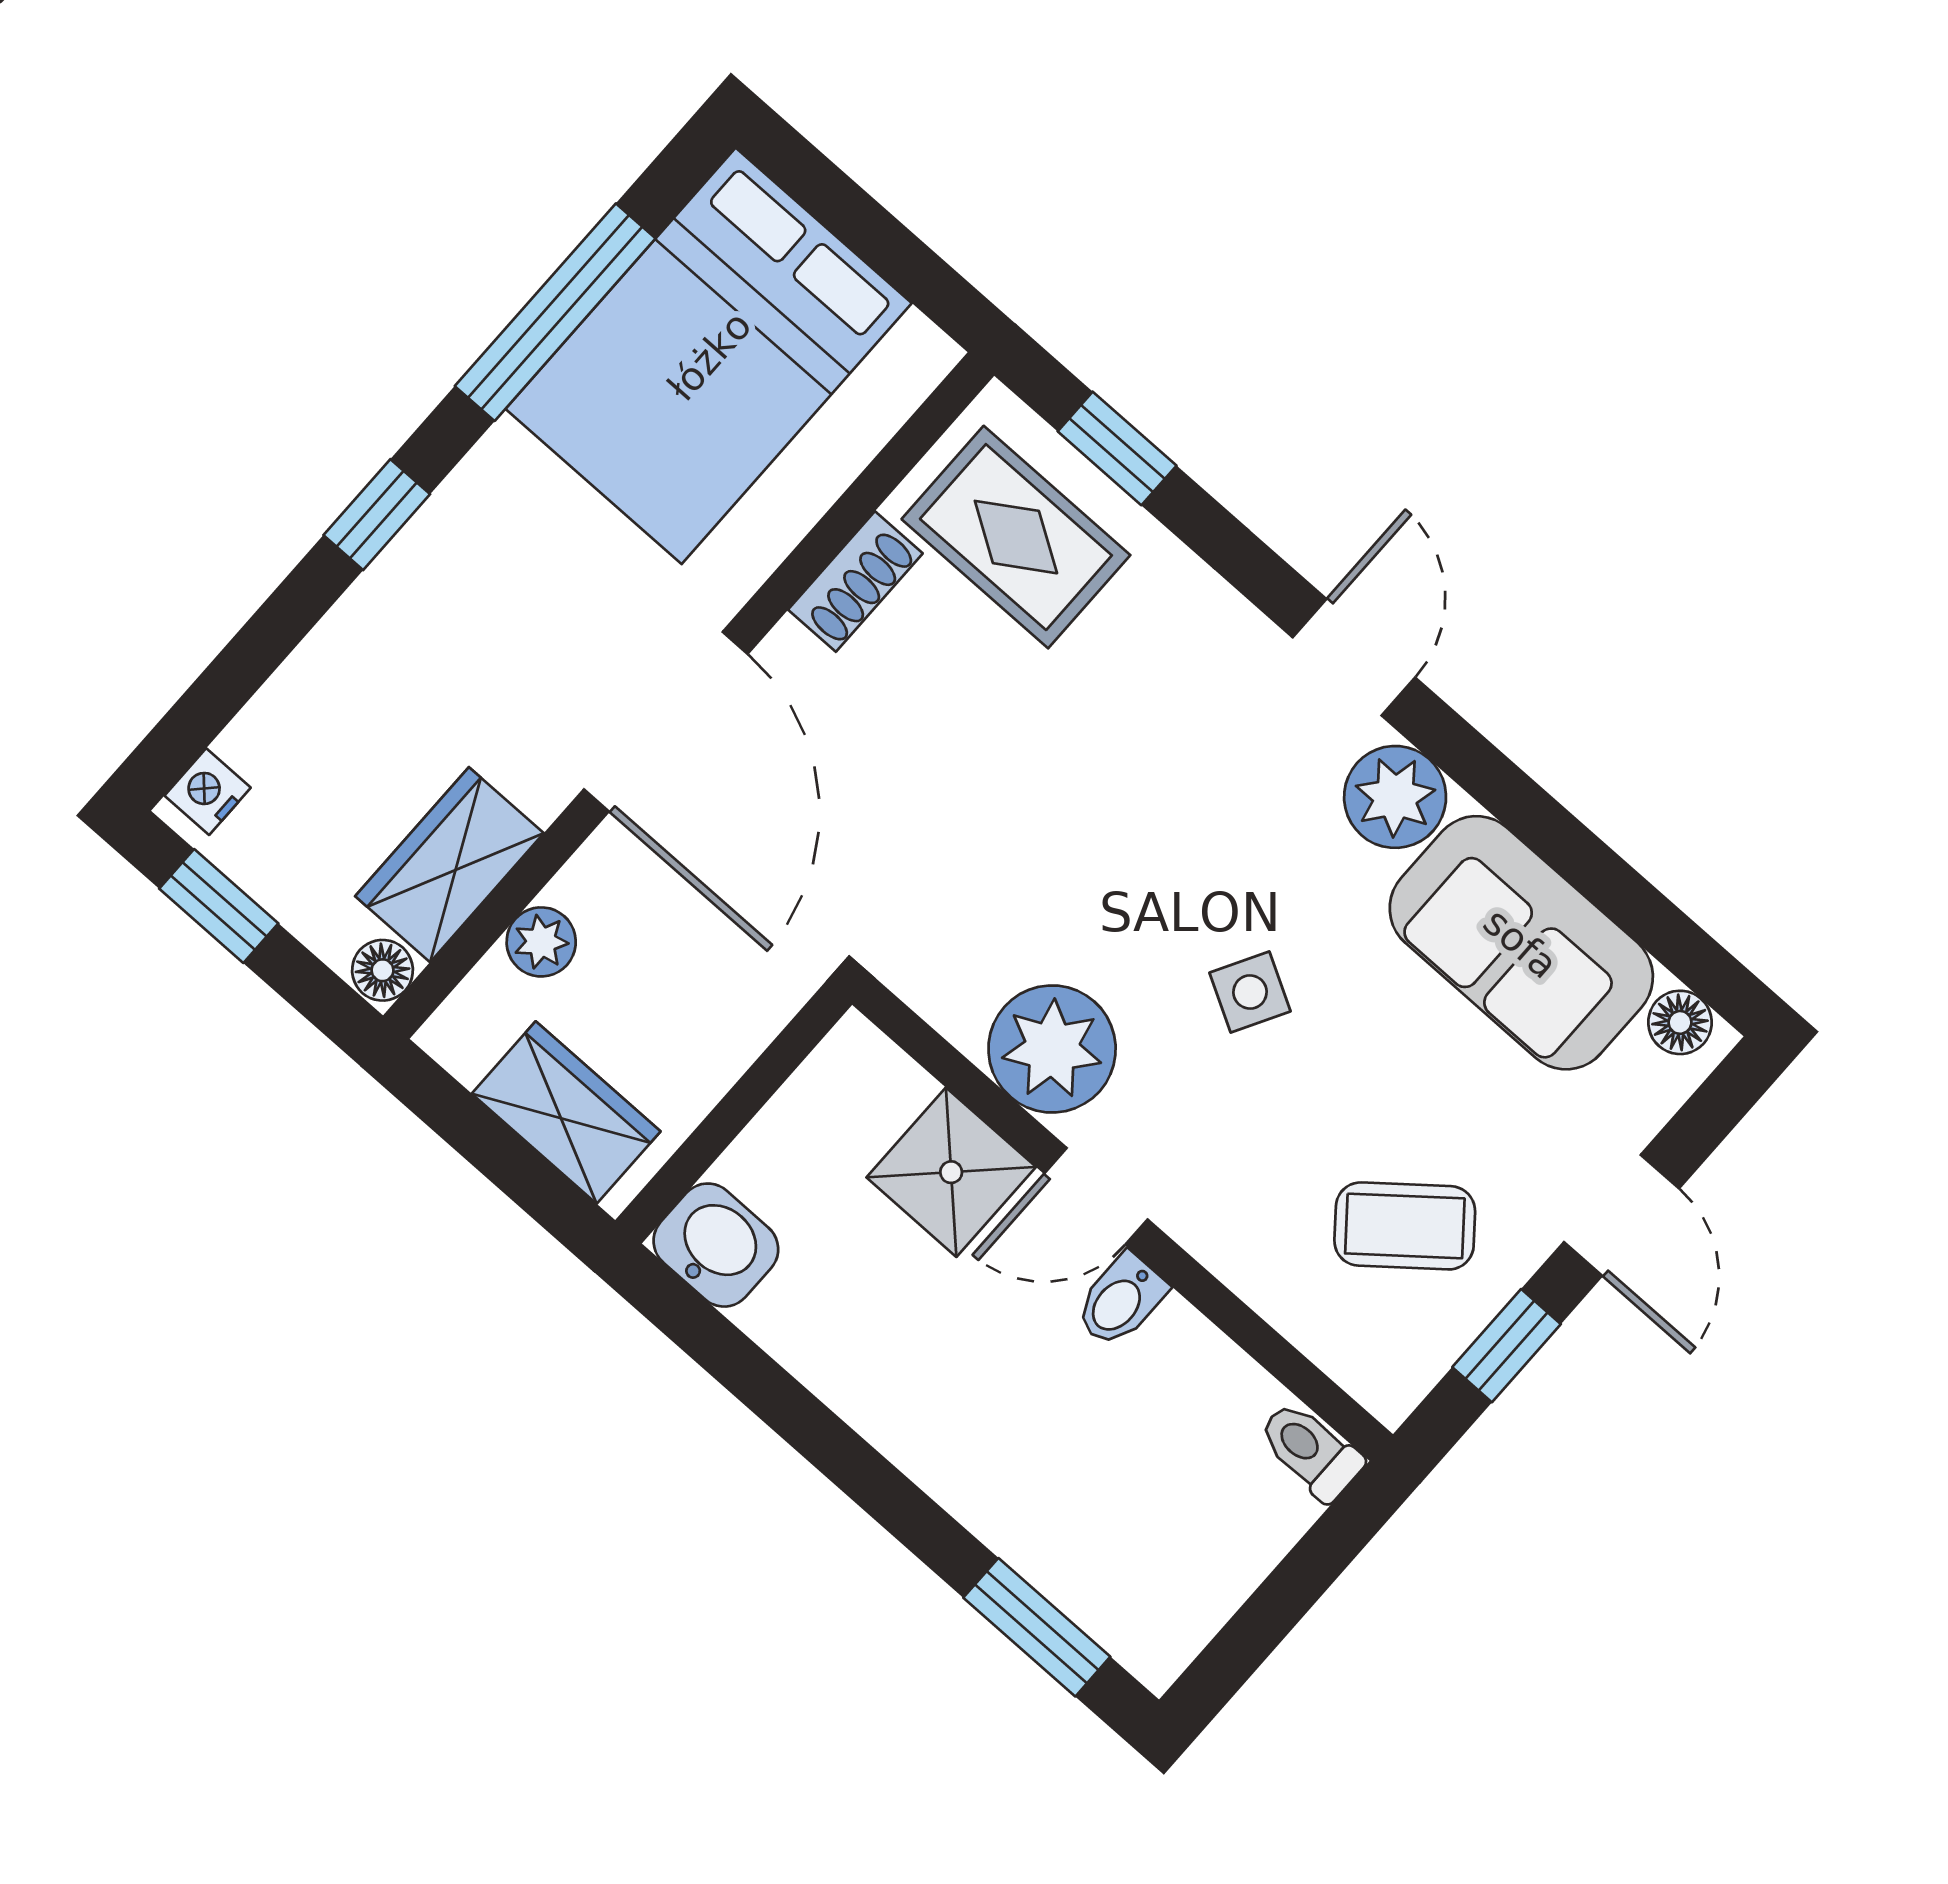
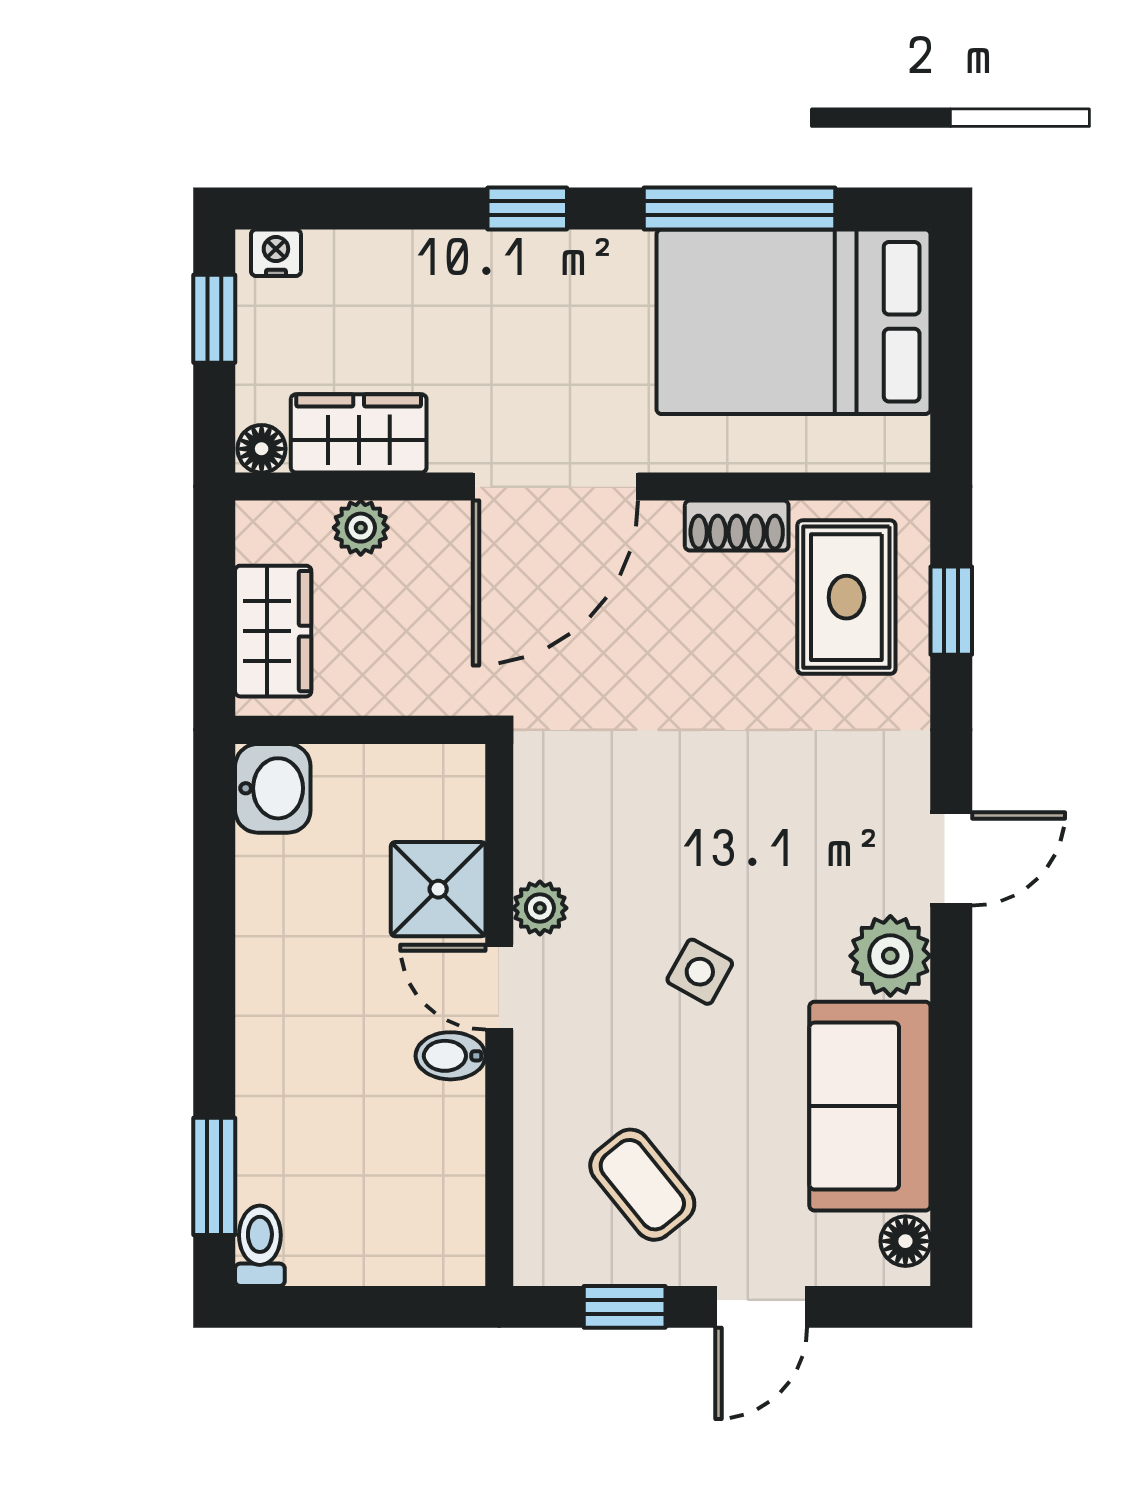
plant: (1052, 1049) -> (540, 908), width x0.53, depth x0.53
toilet: (1310, 1451) -> (260, 1246), moved

